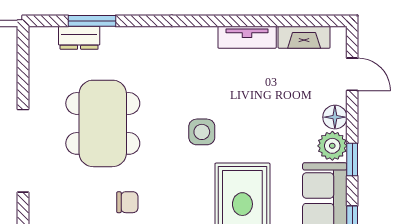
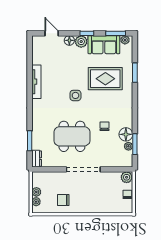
tv unit: (247, 37) -> (36, 82), width x1.41
fireplace: (304, 37) -> (36, 53), removed
dresser: (79, 38) -> (37, 159), moved
door: (352, 74) -> (52, 33), hinge flipped

